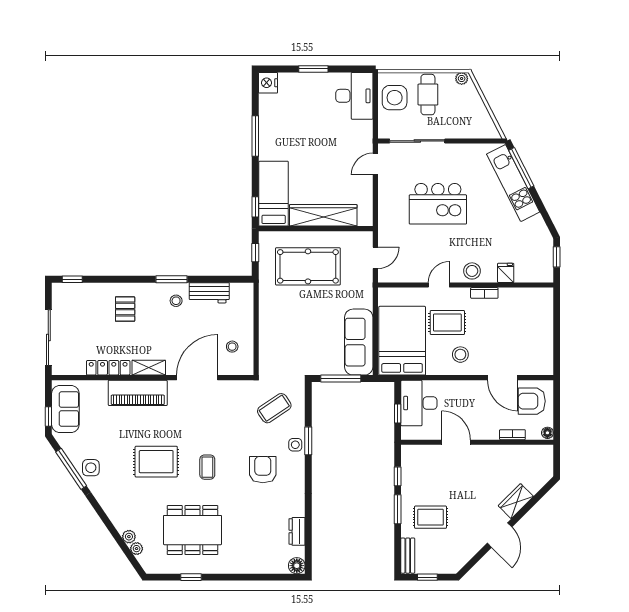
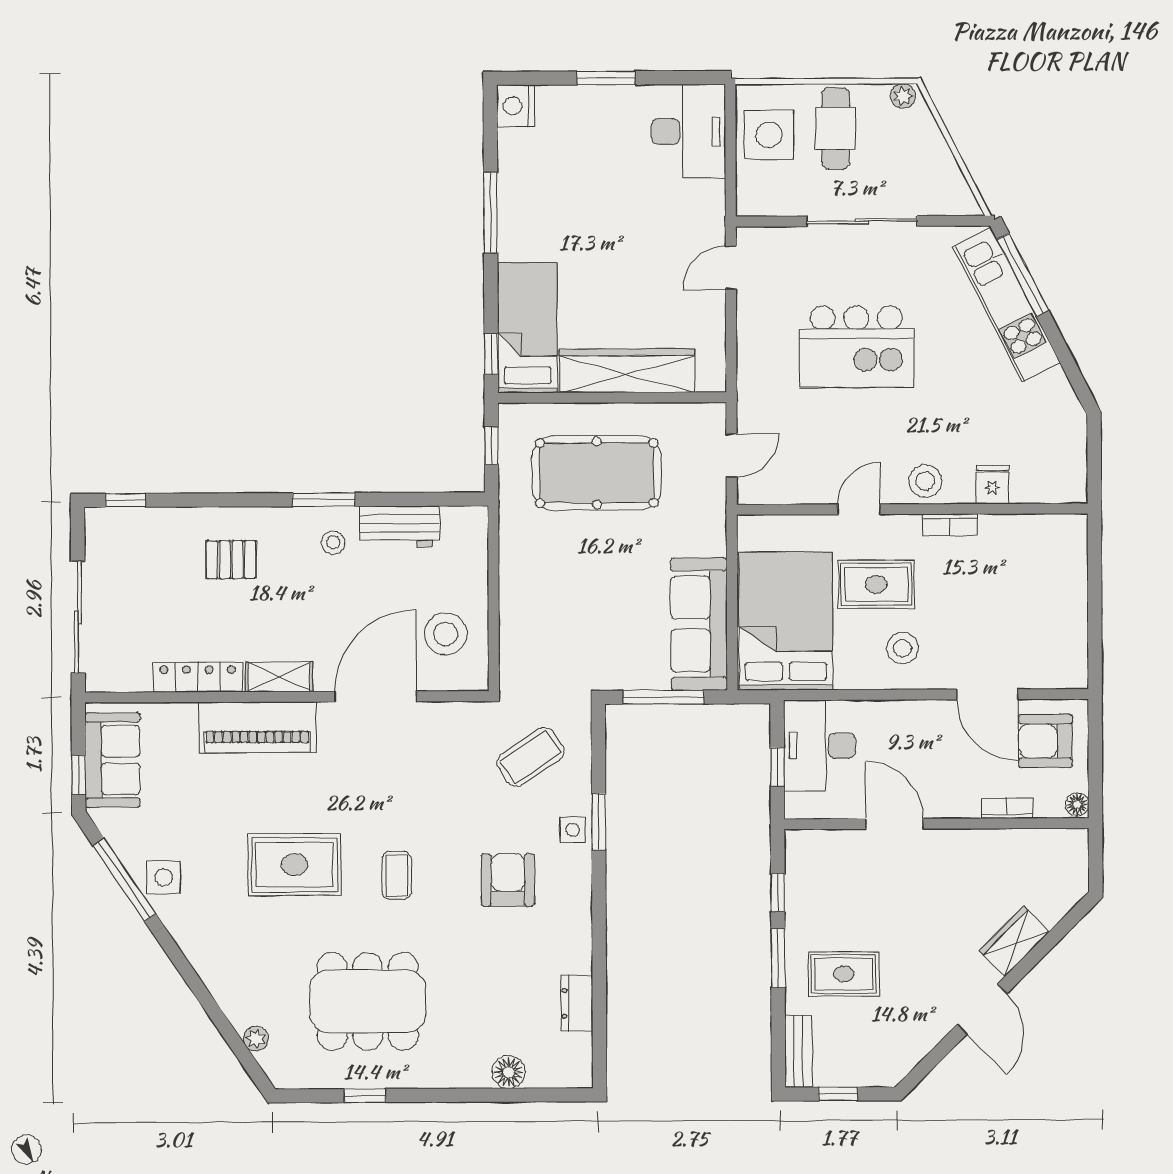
sliding door: (417, 141) -> (862, 221), moved
window: (557, 257) -> (1094, 452), removed
pallet: (125, 309) -> (231, 560), turned 90
stool: (232, 347) -> (446, 634), width x1.89, depth x1.89
plant: (129, 537) -> (240, 1015), removed
floor lamp: (297, 566) -> (509, 1072), moved

